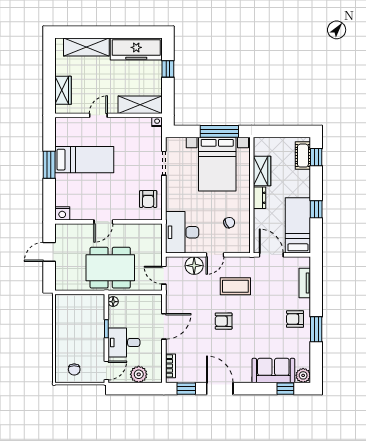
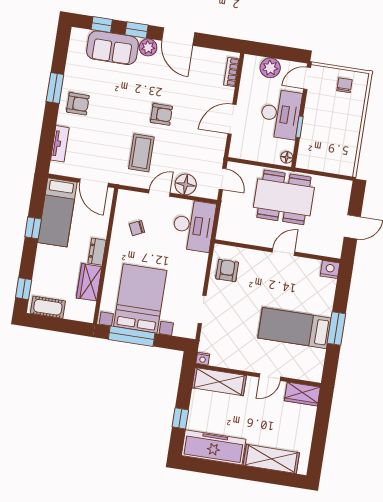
wardrobe: (63, 90) -> (302, 394), moved, turned -90
cot: (303, 156) -> (48, 307), moved, turned 90
coffee table: (235, 286) -> (141, 153), turned 90
desk: (124, 342) -> (281, 114), width x1.37
plant: (303, 375) -> (148, 47), moved
window: (186, 389) -> (137, 30), moved

